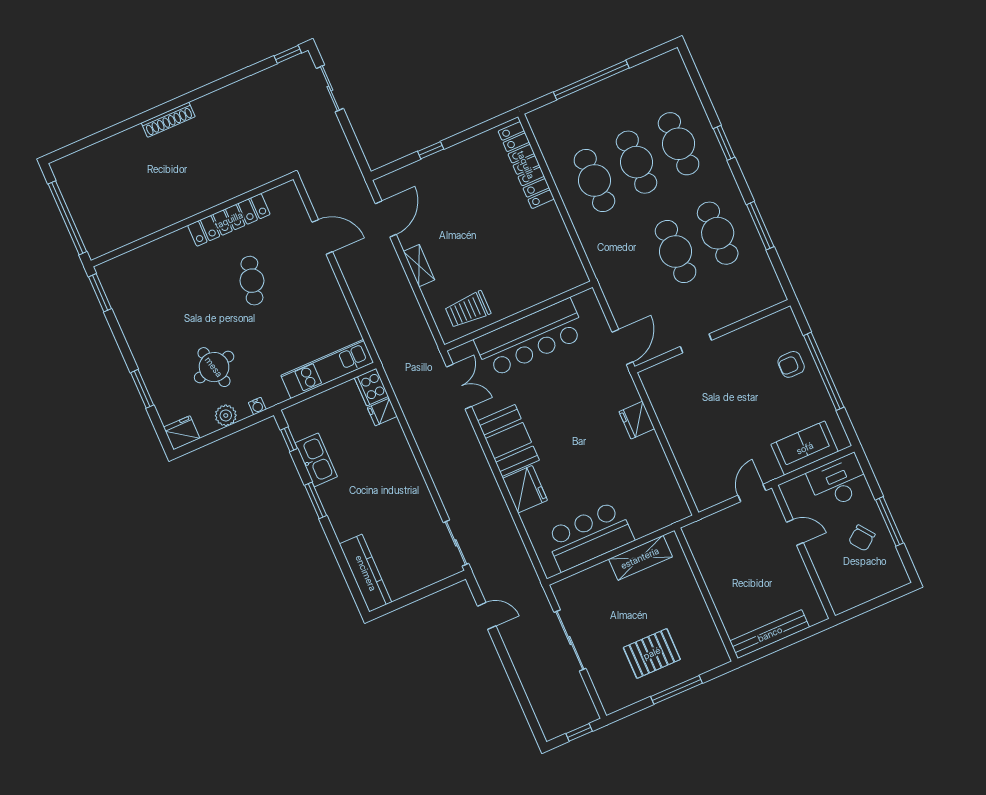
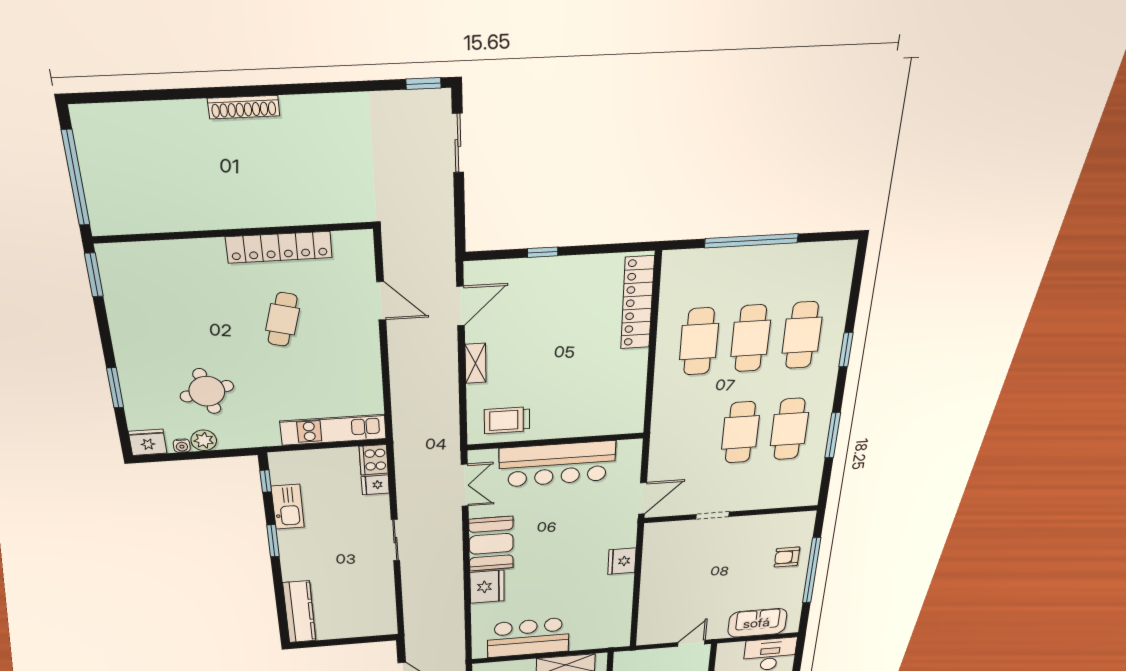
water cooler: (257, 406) -> (182, 446), moved
sliding door: (456, 543) -> (395, 540), moved

